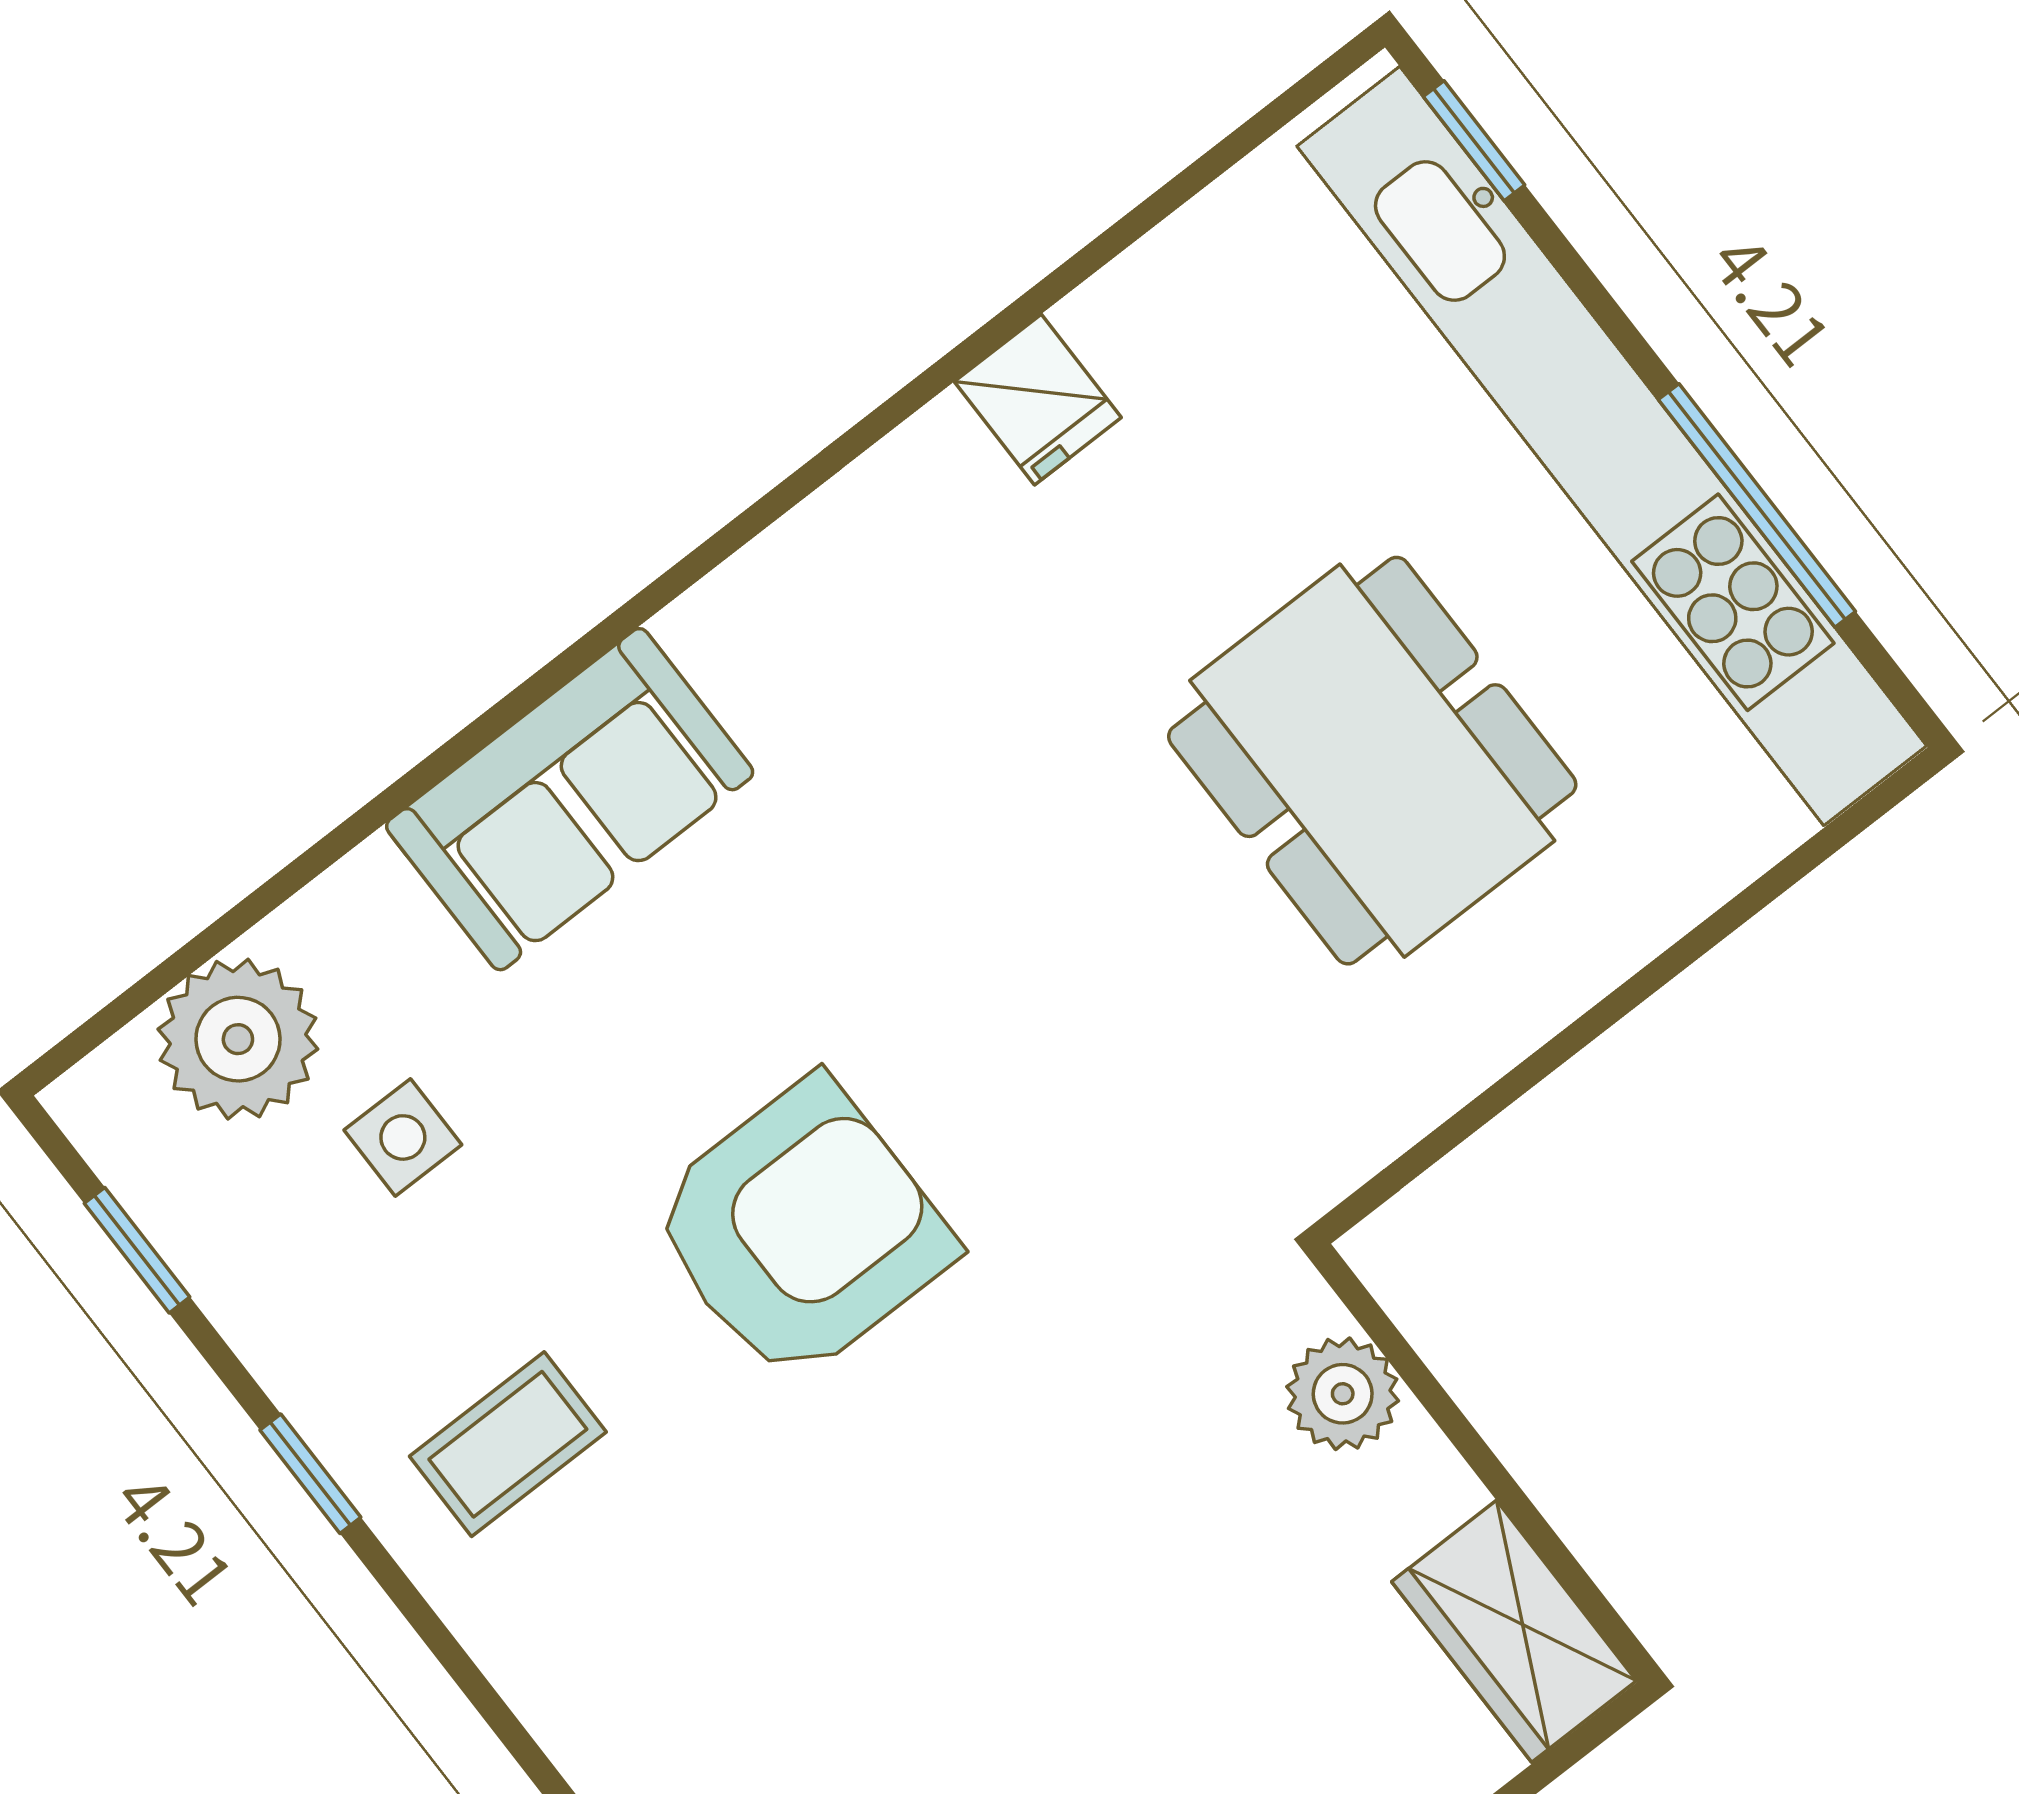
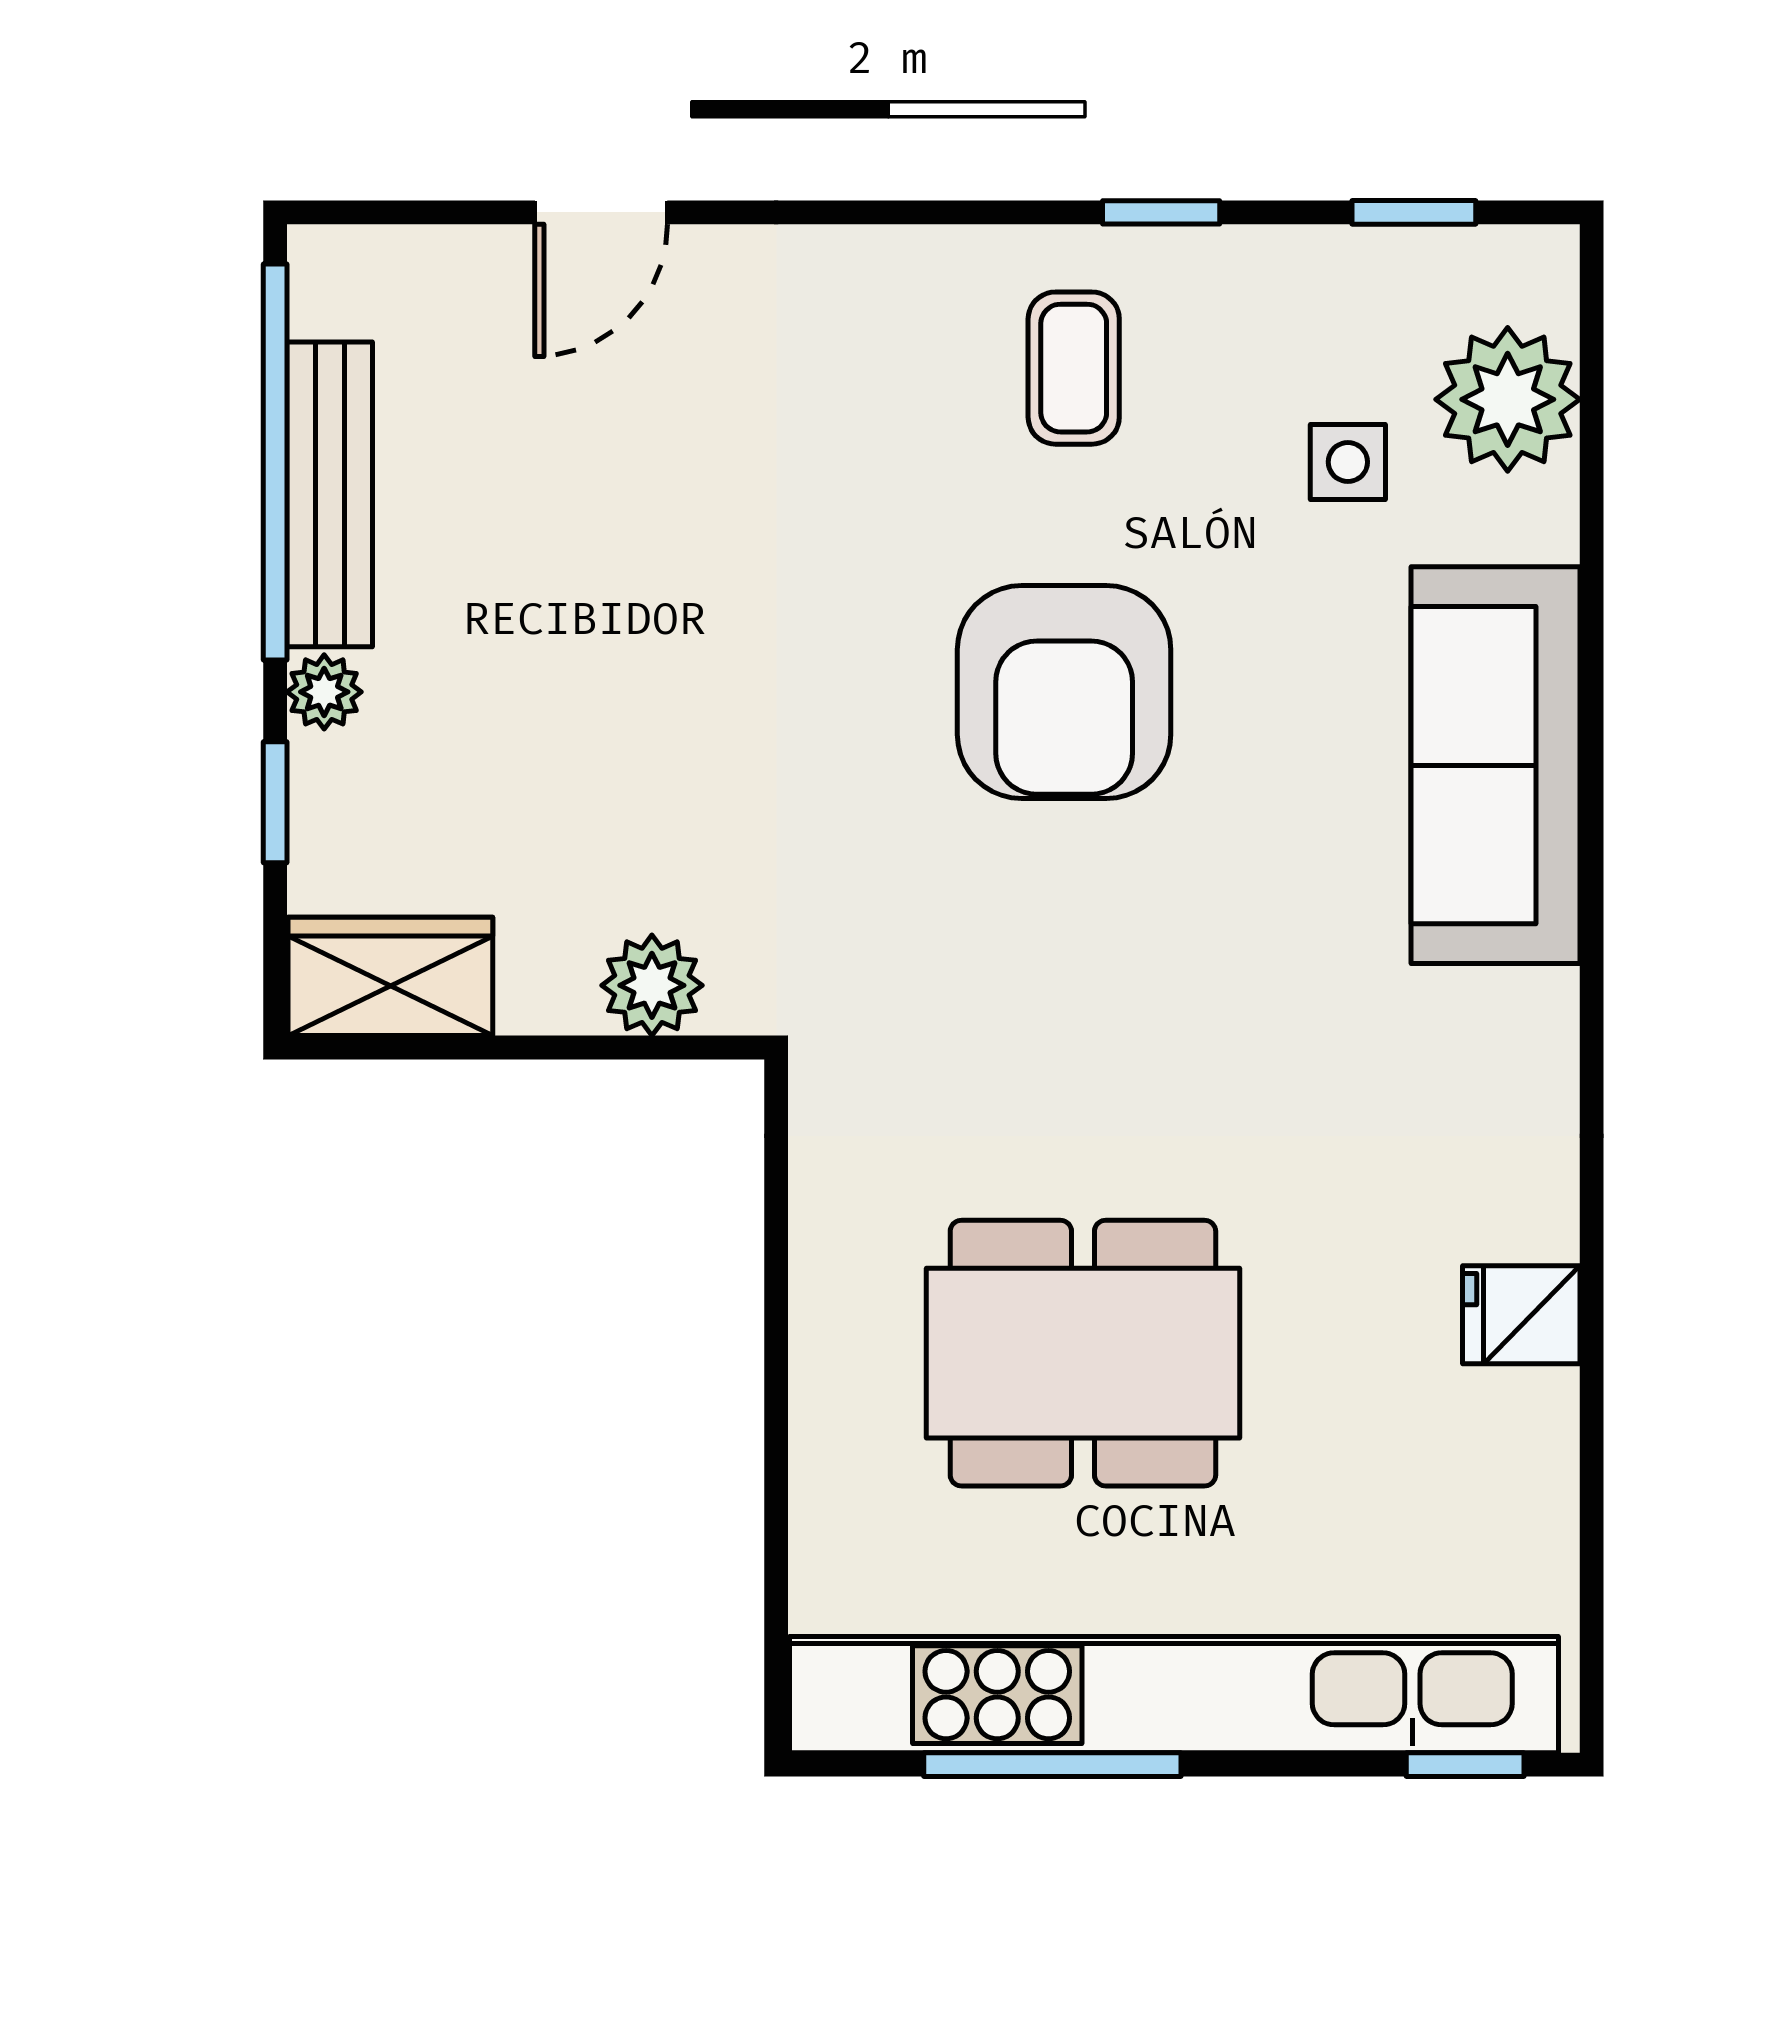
sofa: (570, 799) -> (1495, 765), width x1.36

